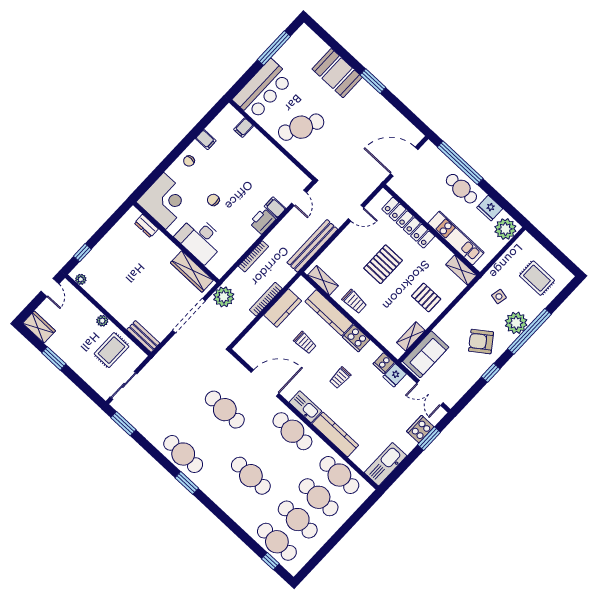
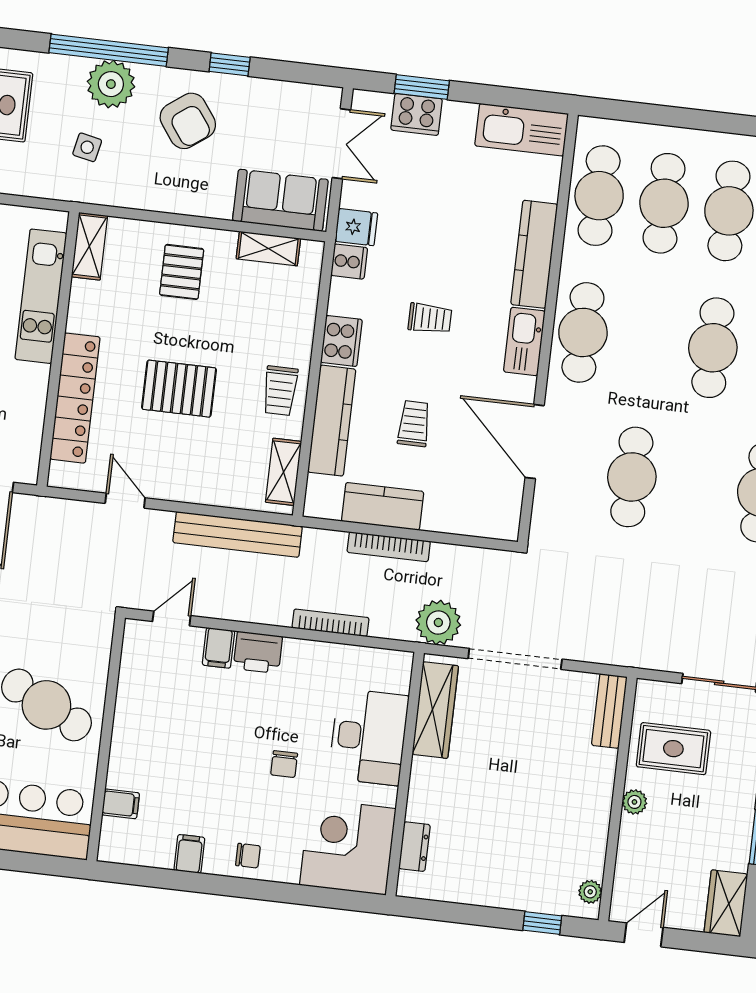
trolley: (354, 302) -> (280, 391), turned 180

